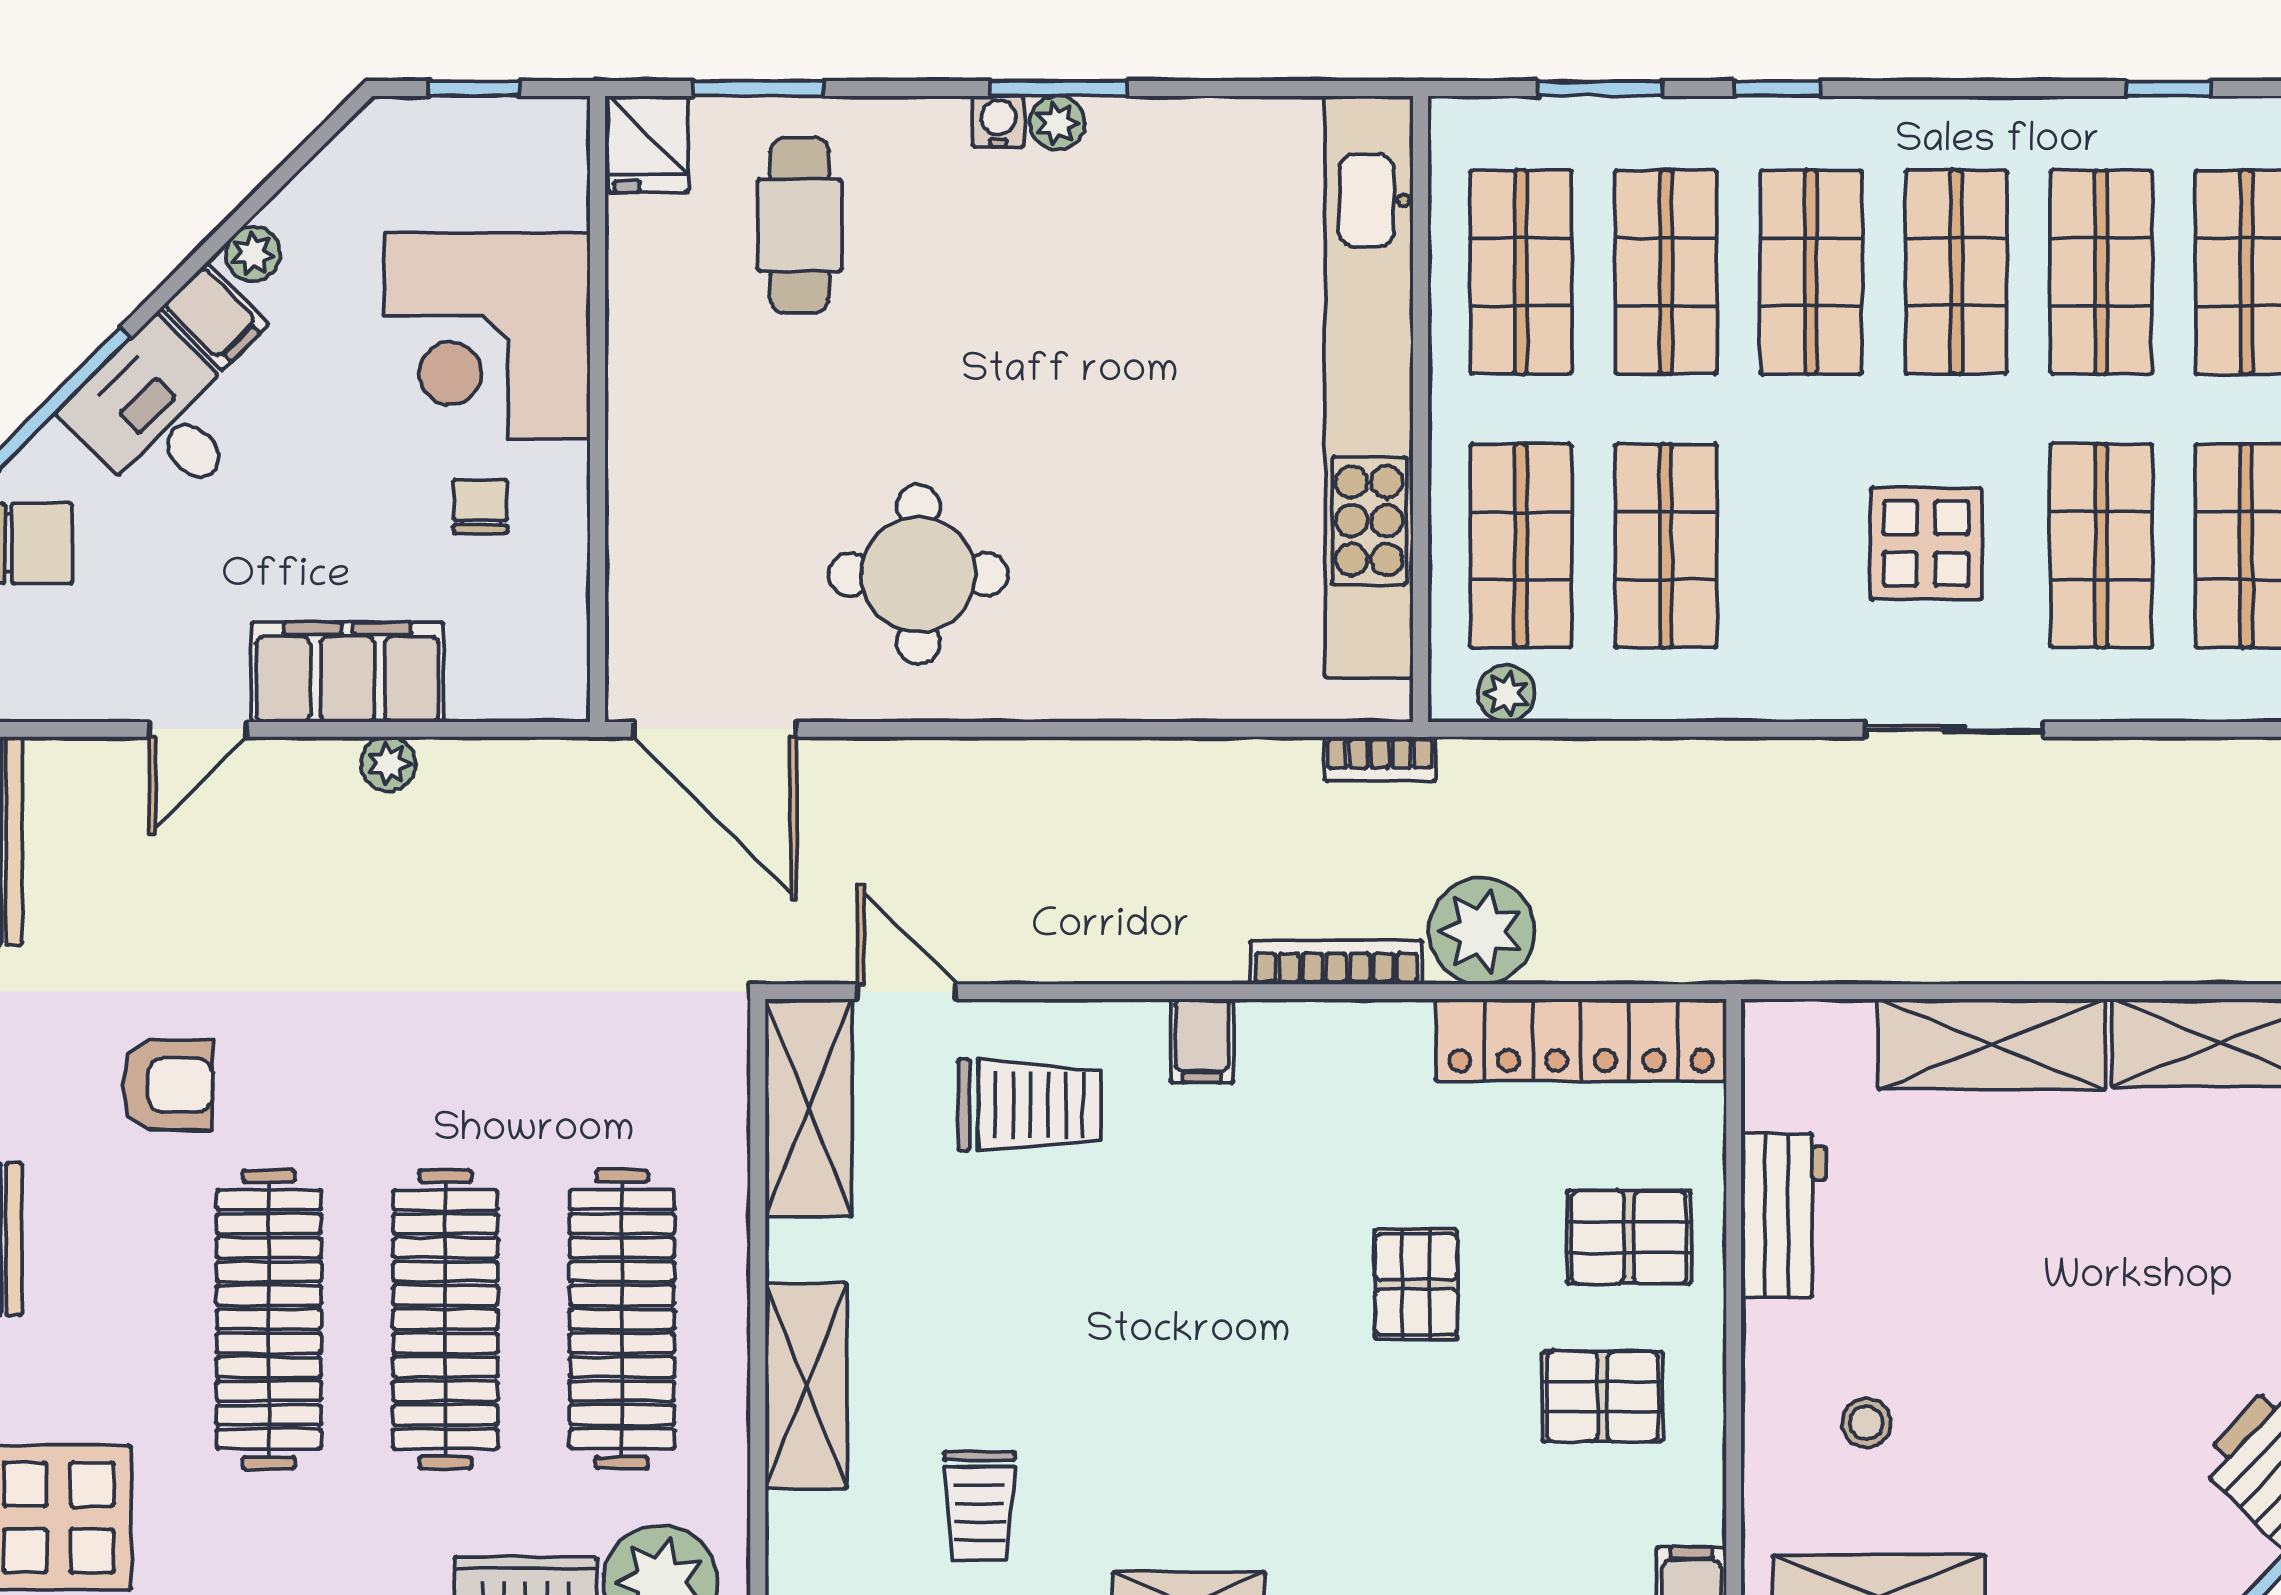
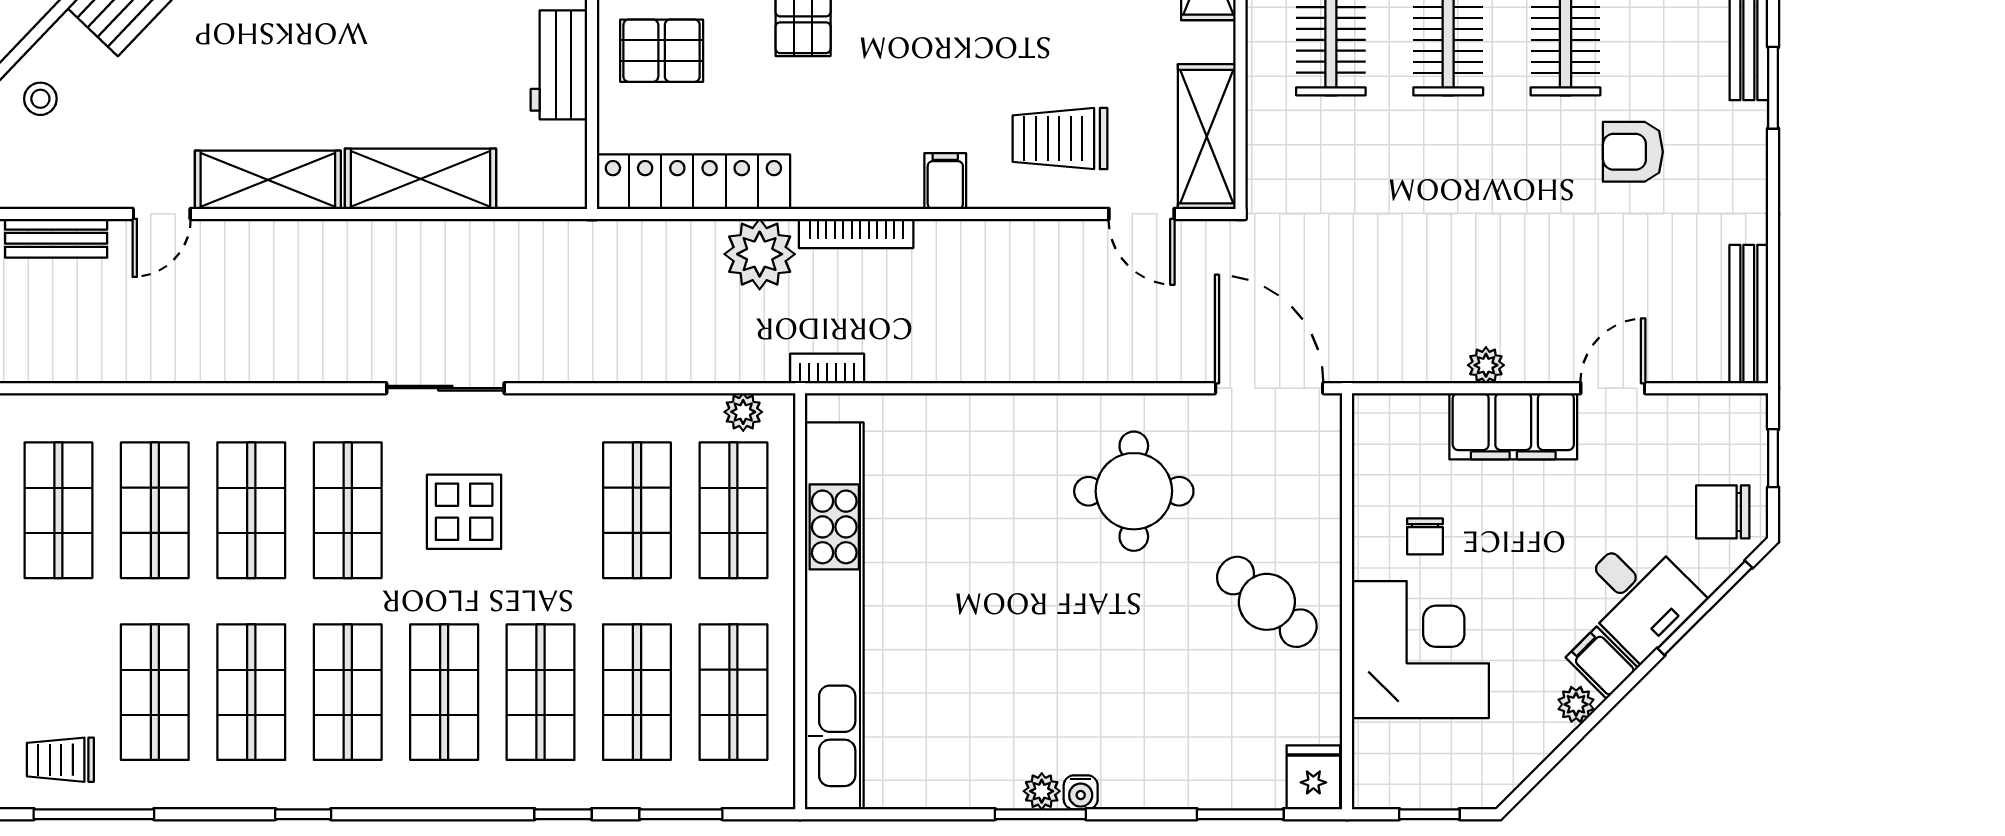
cafe table: (800, 225) -> (1267, 602), moved, turned -50

